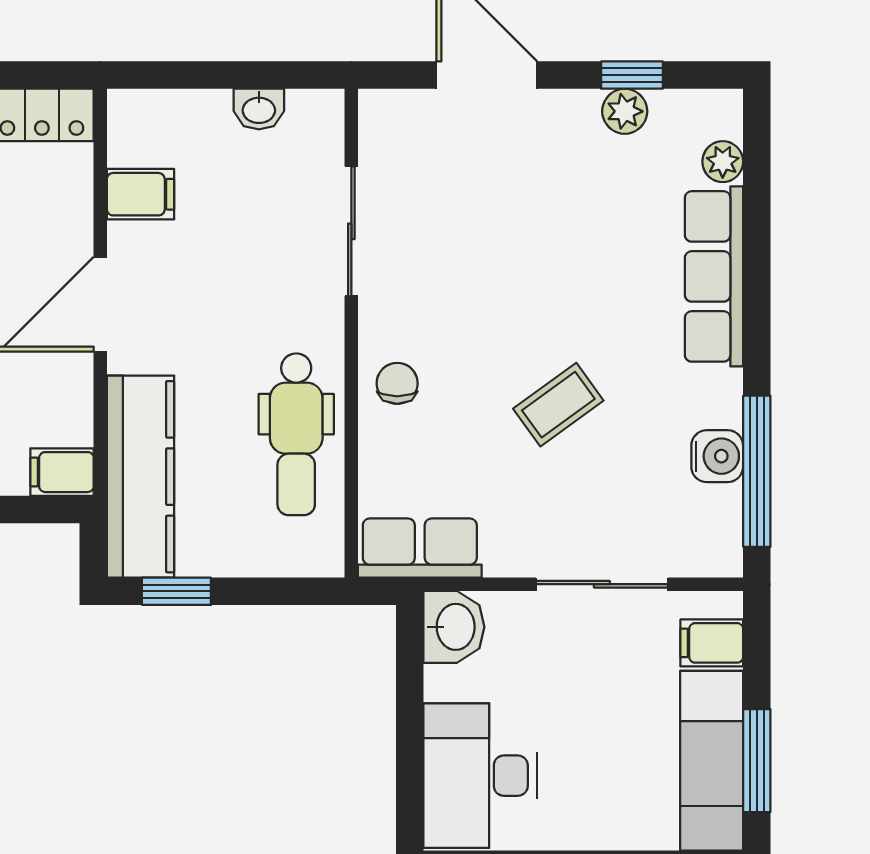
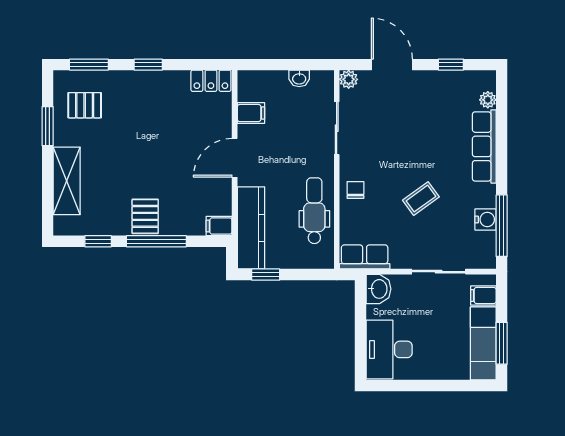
plant: (625, 111) -> (349, 79), moved
dental chair: (296, 434) -> (314, 211), turned 180

